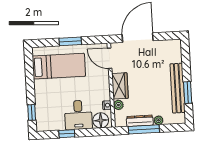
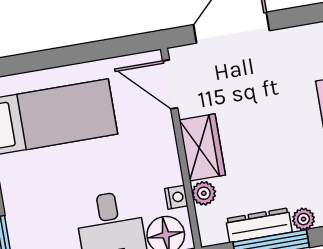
window: (70, 41) -> (72, 55), removed

